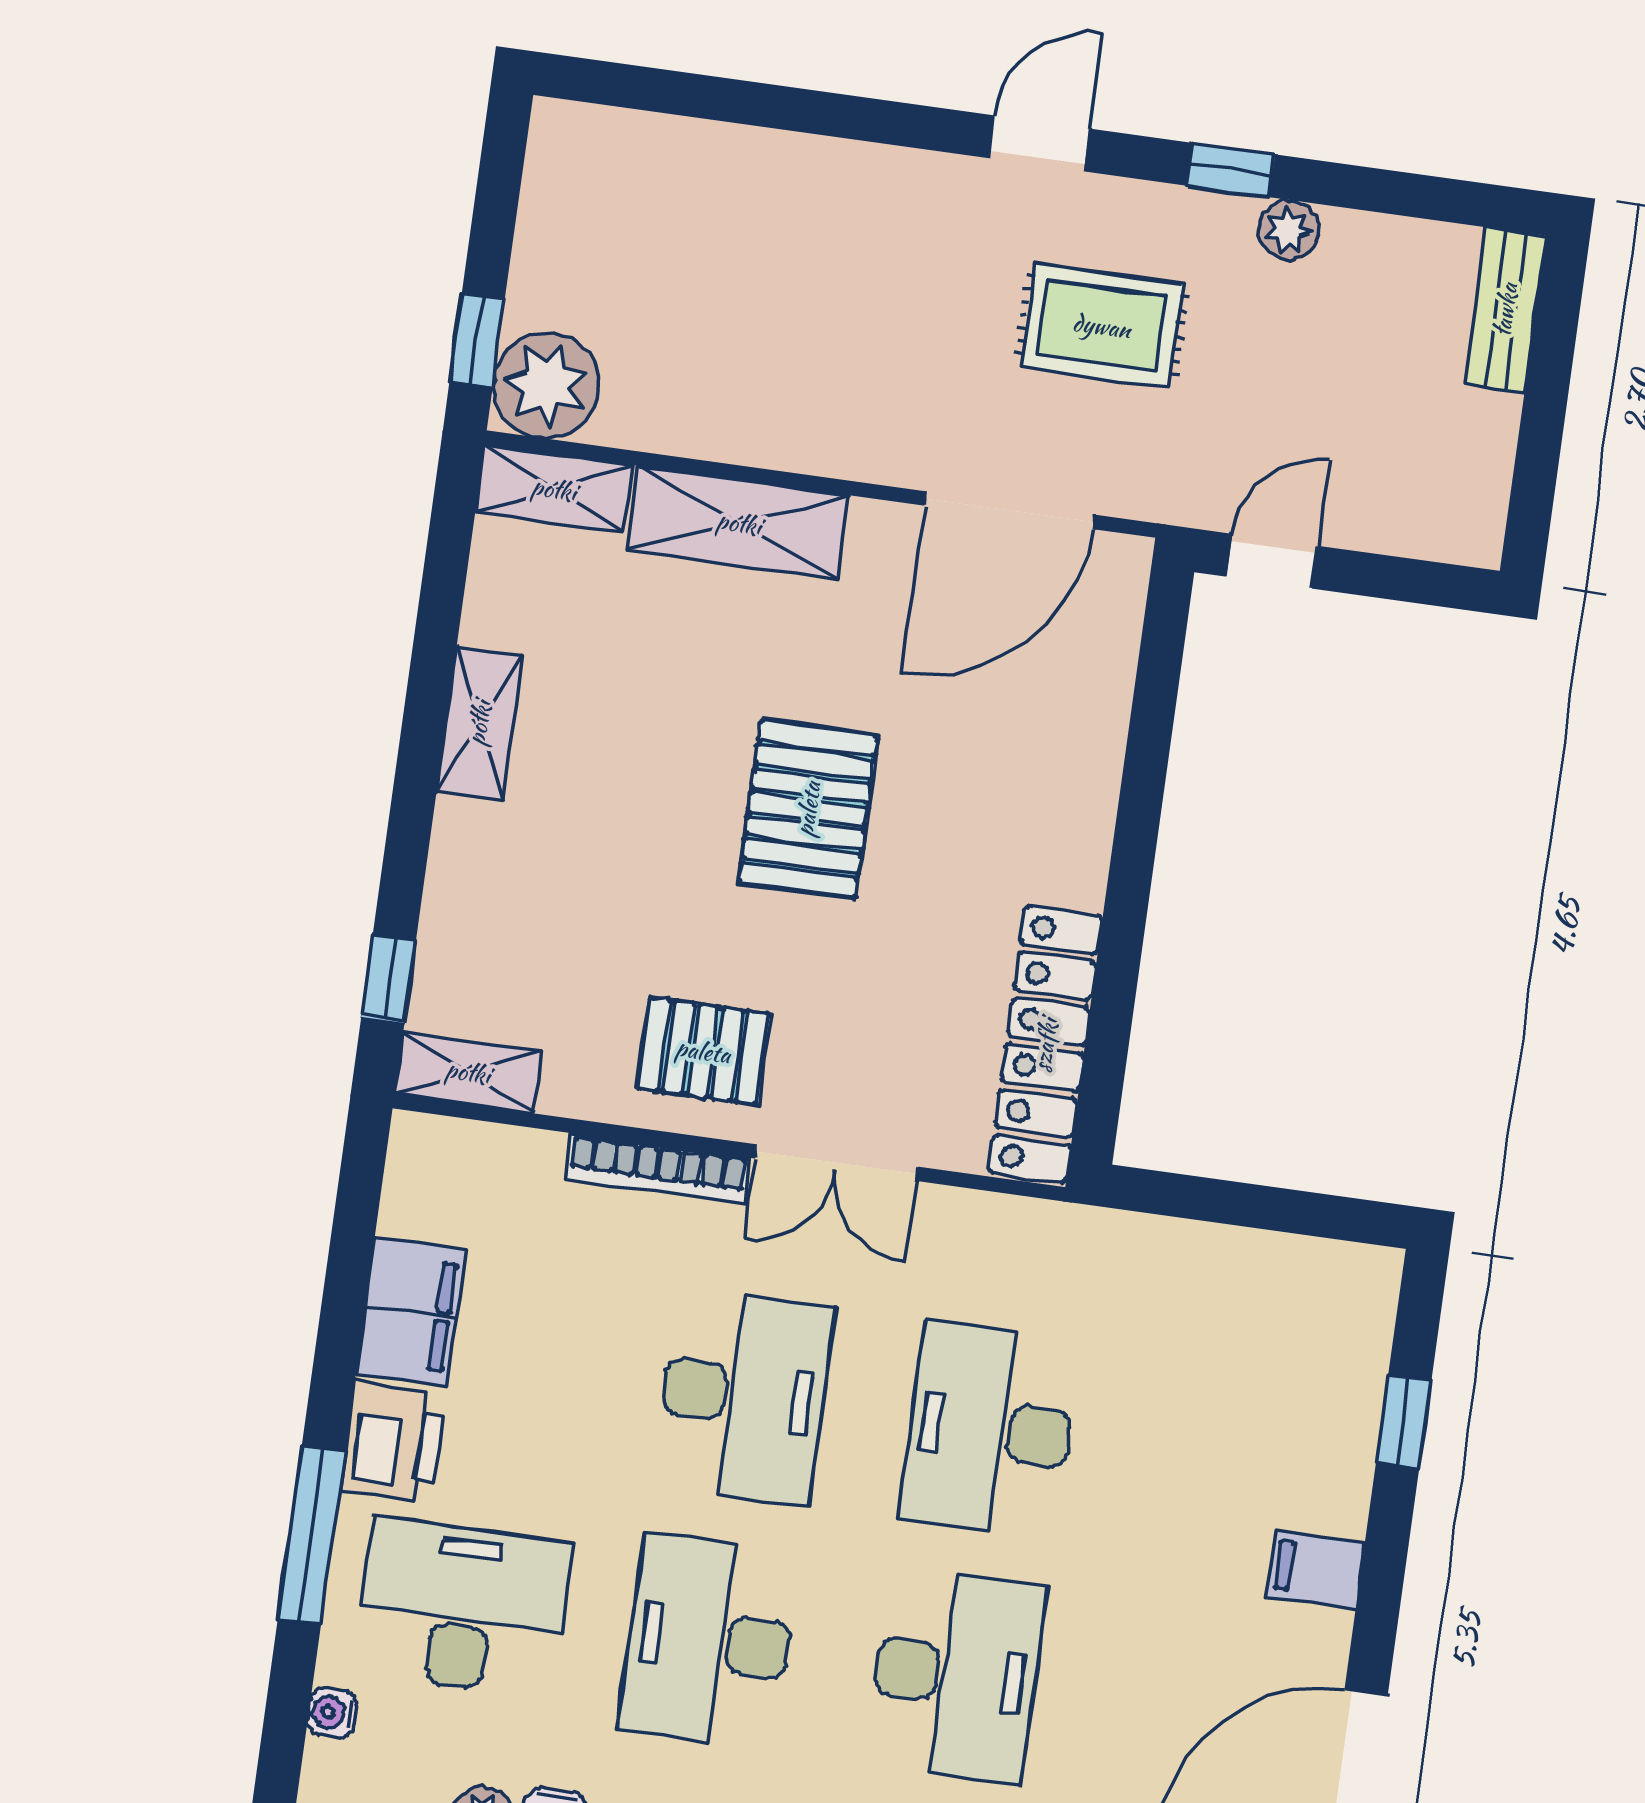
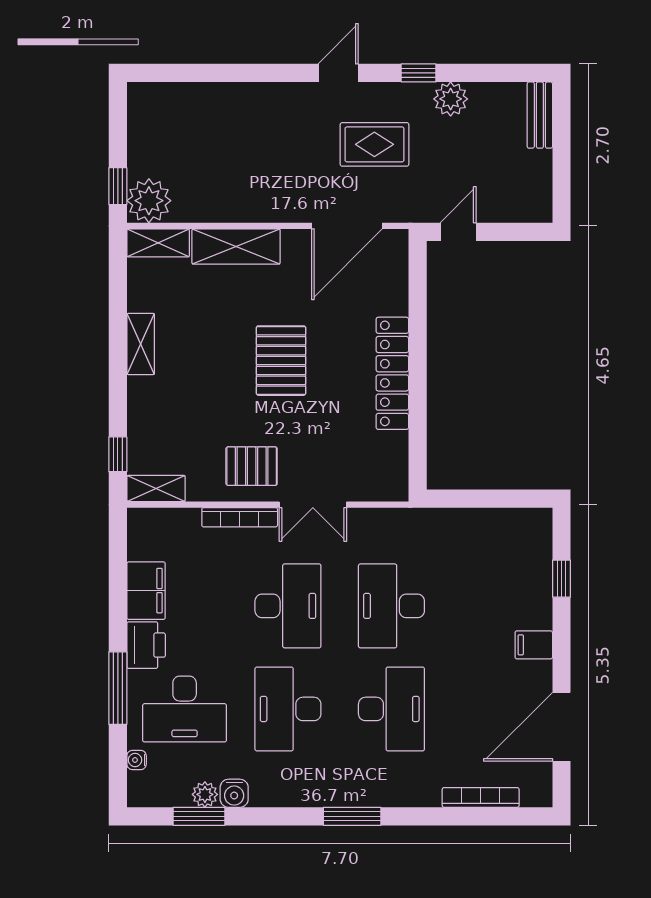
plant: (1289, 230) -> (451, 99), width x1.38, depth x1.38
locker: (1045, 1045) -> (392, 373), moved
desk: (463, 1607) -> (185, 709), turned 180

